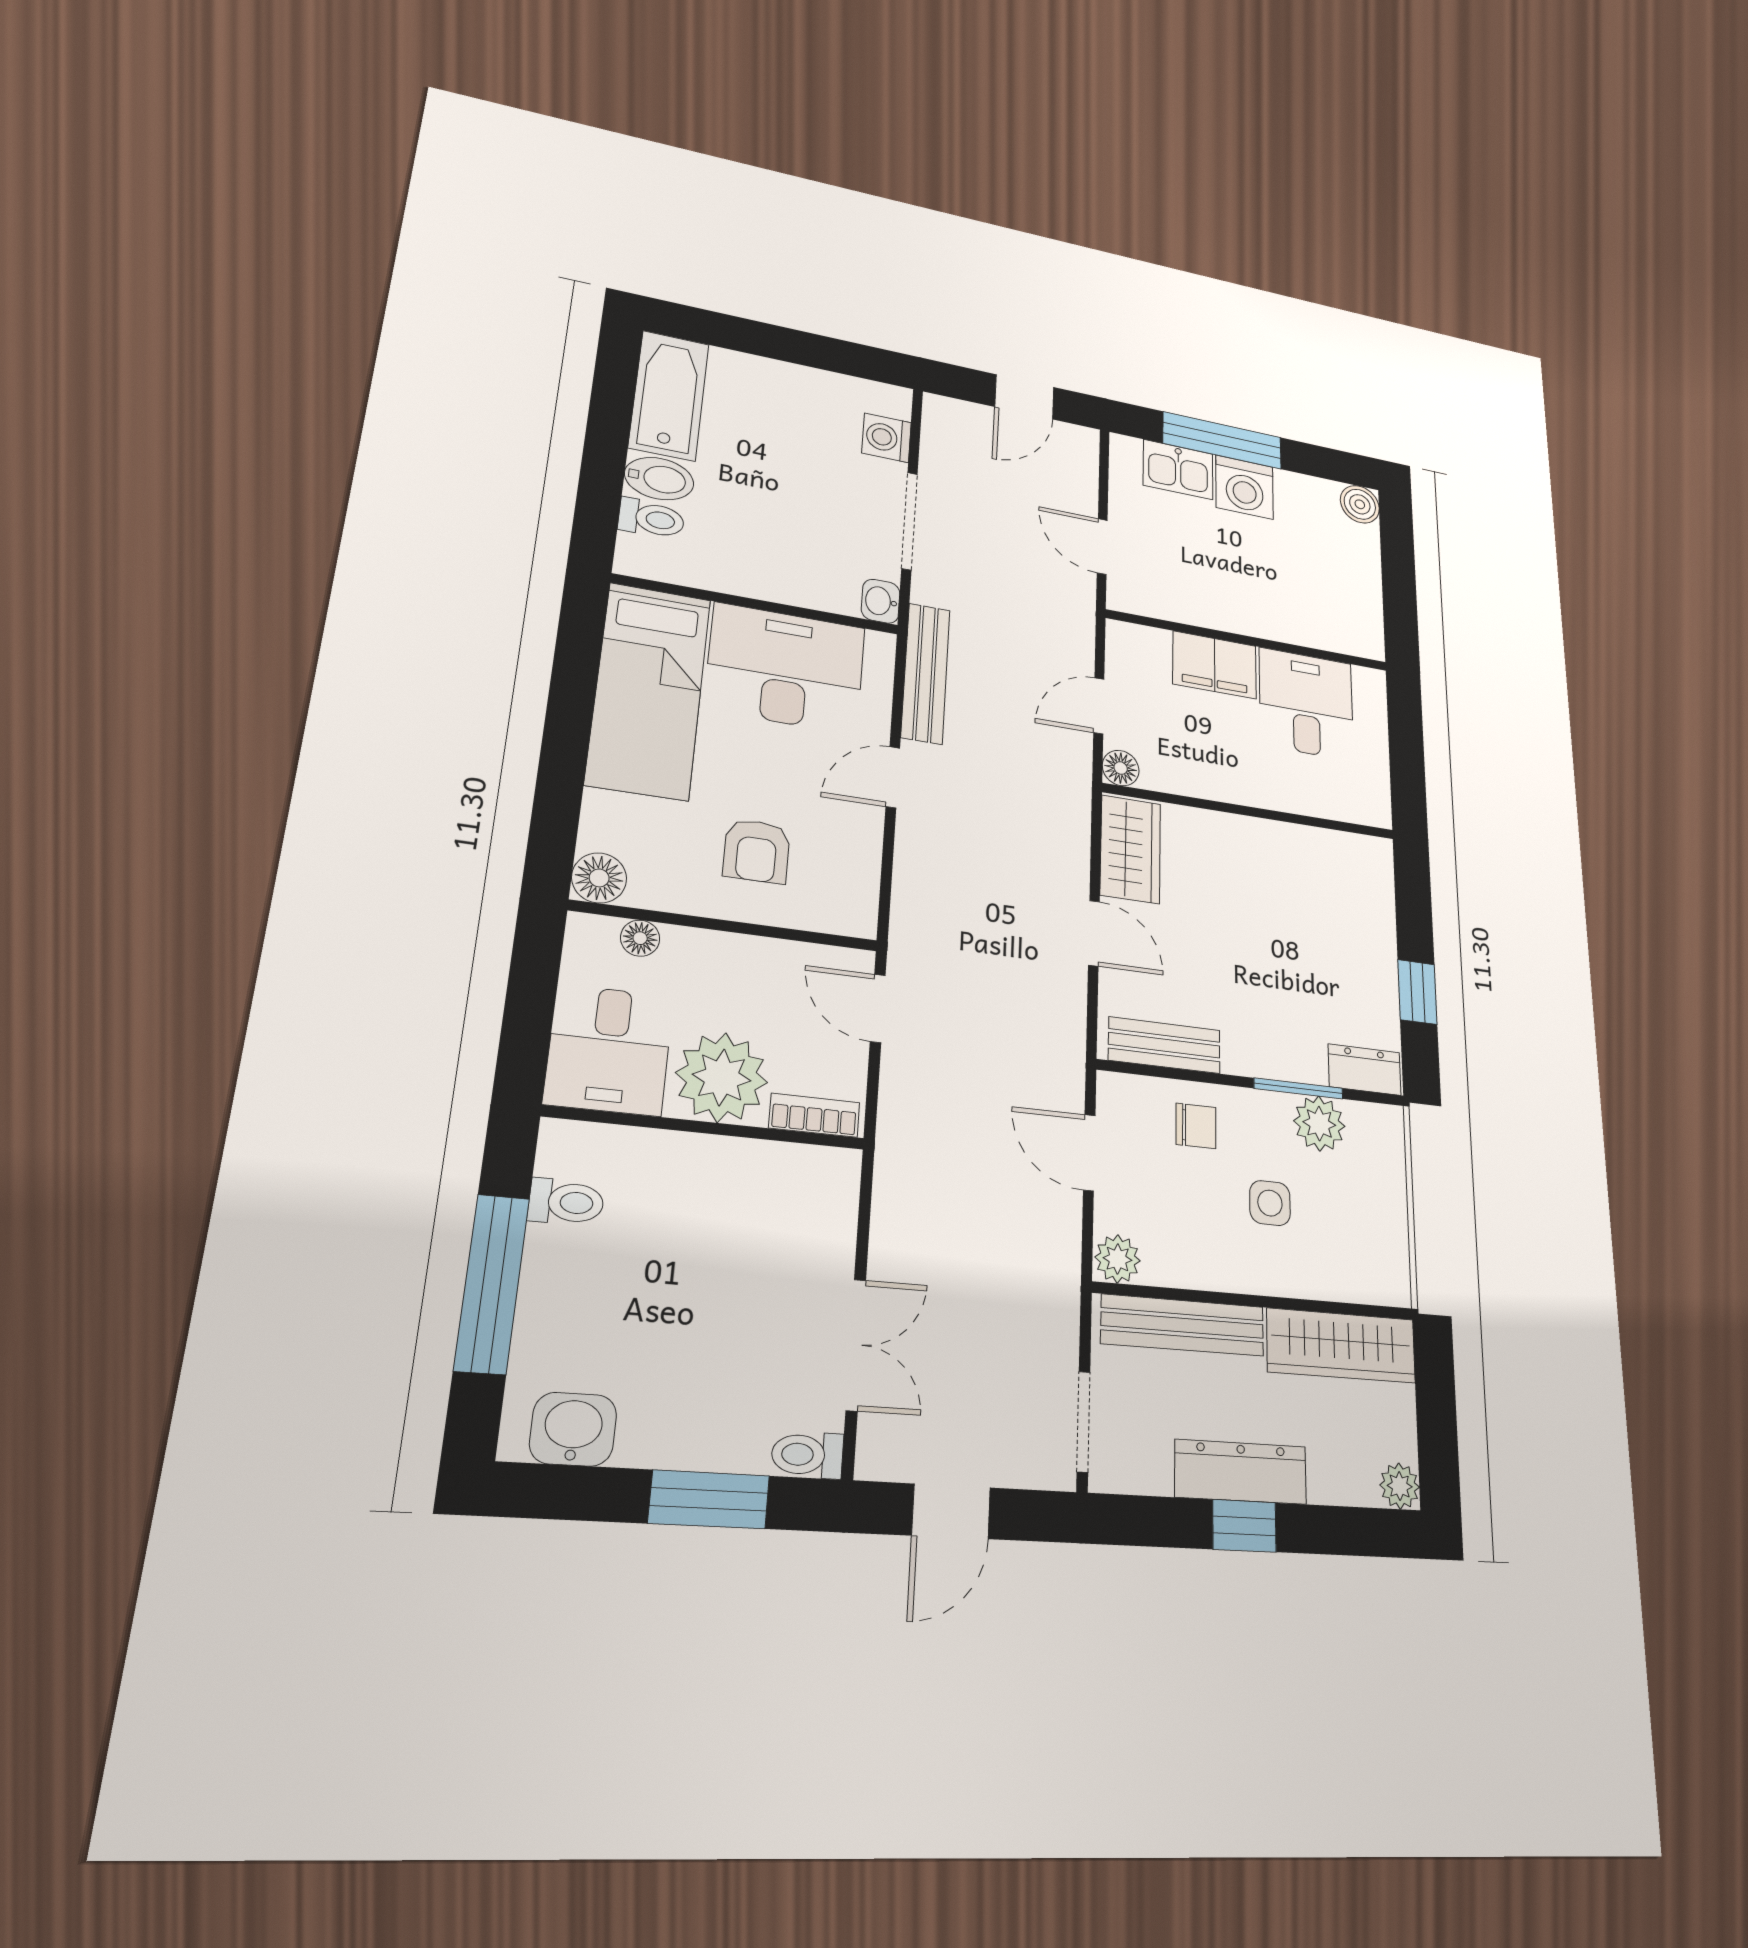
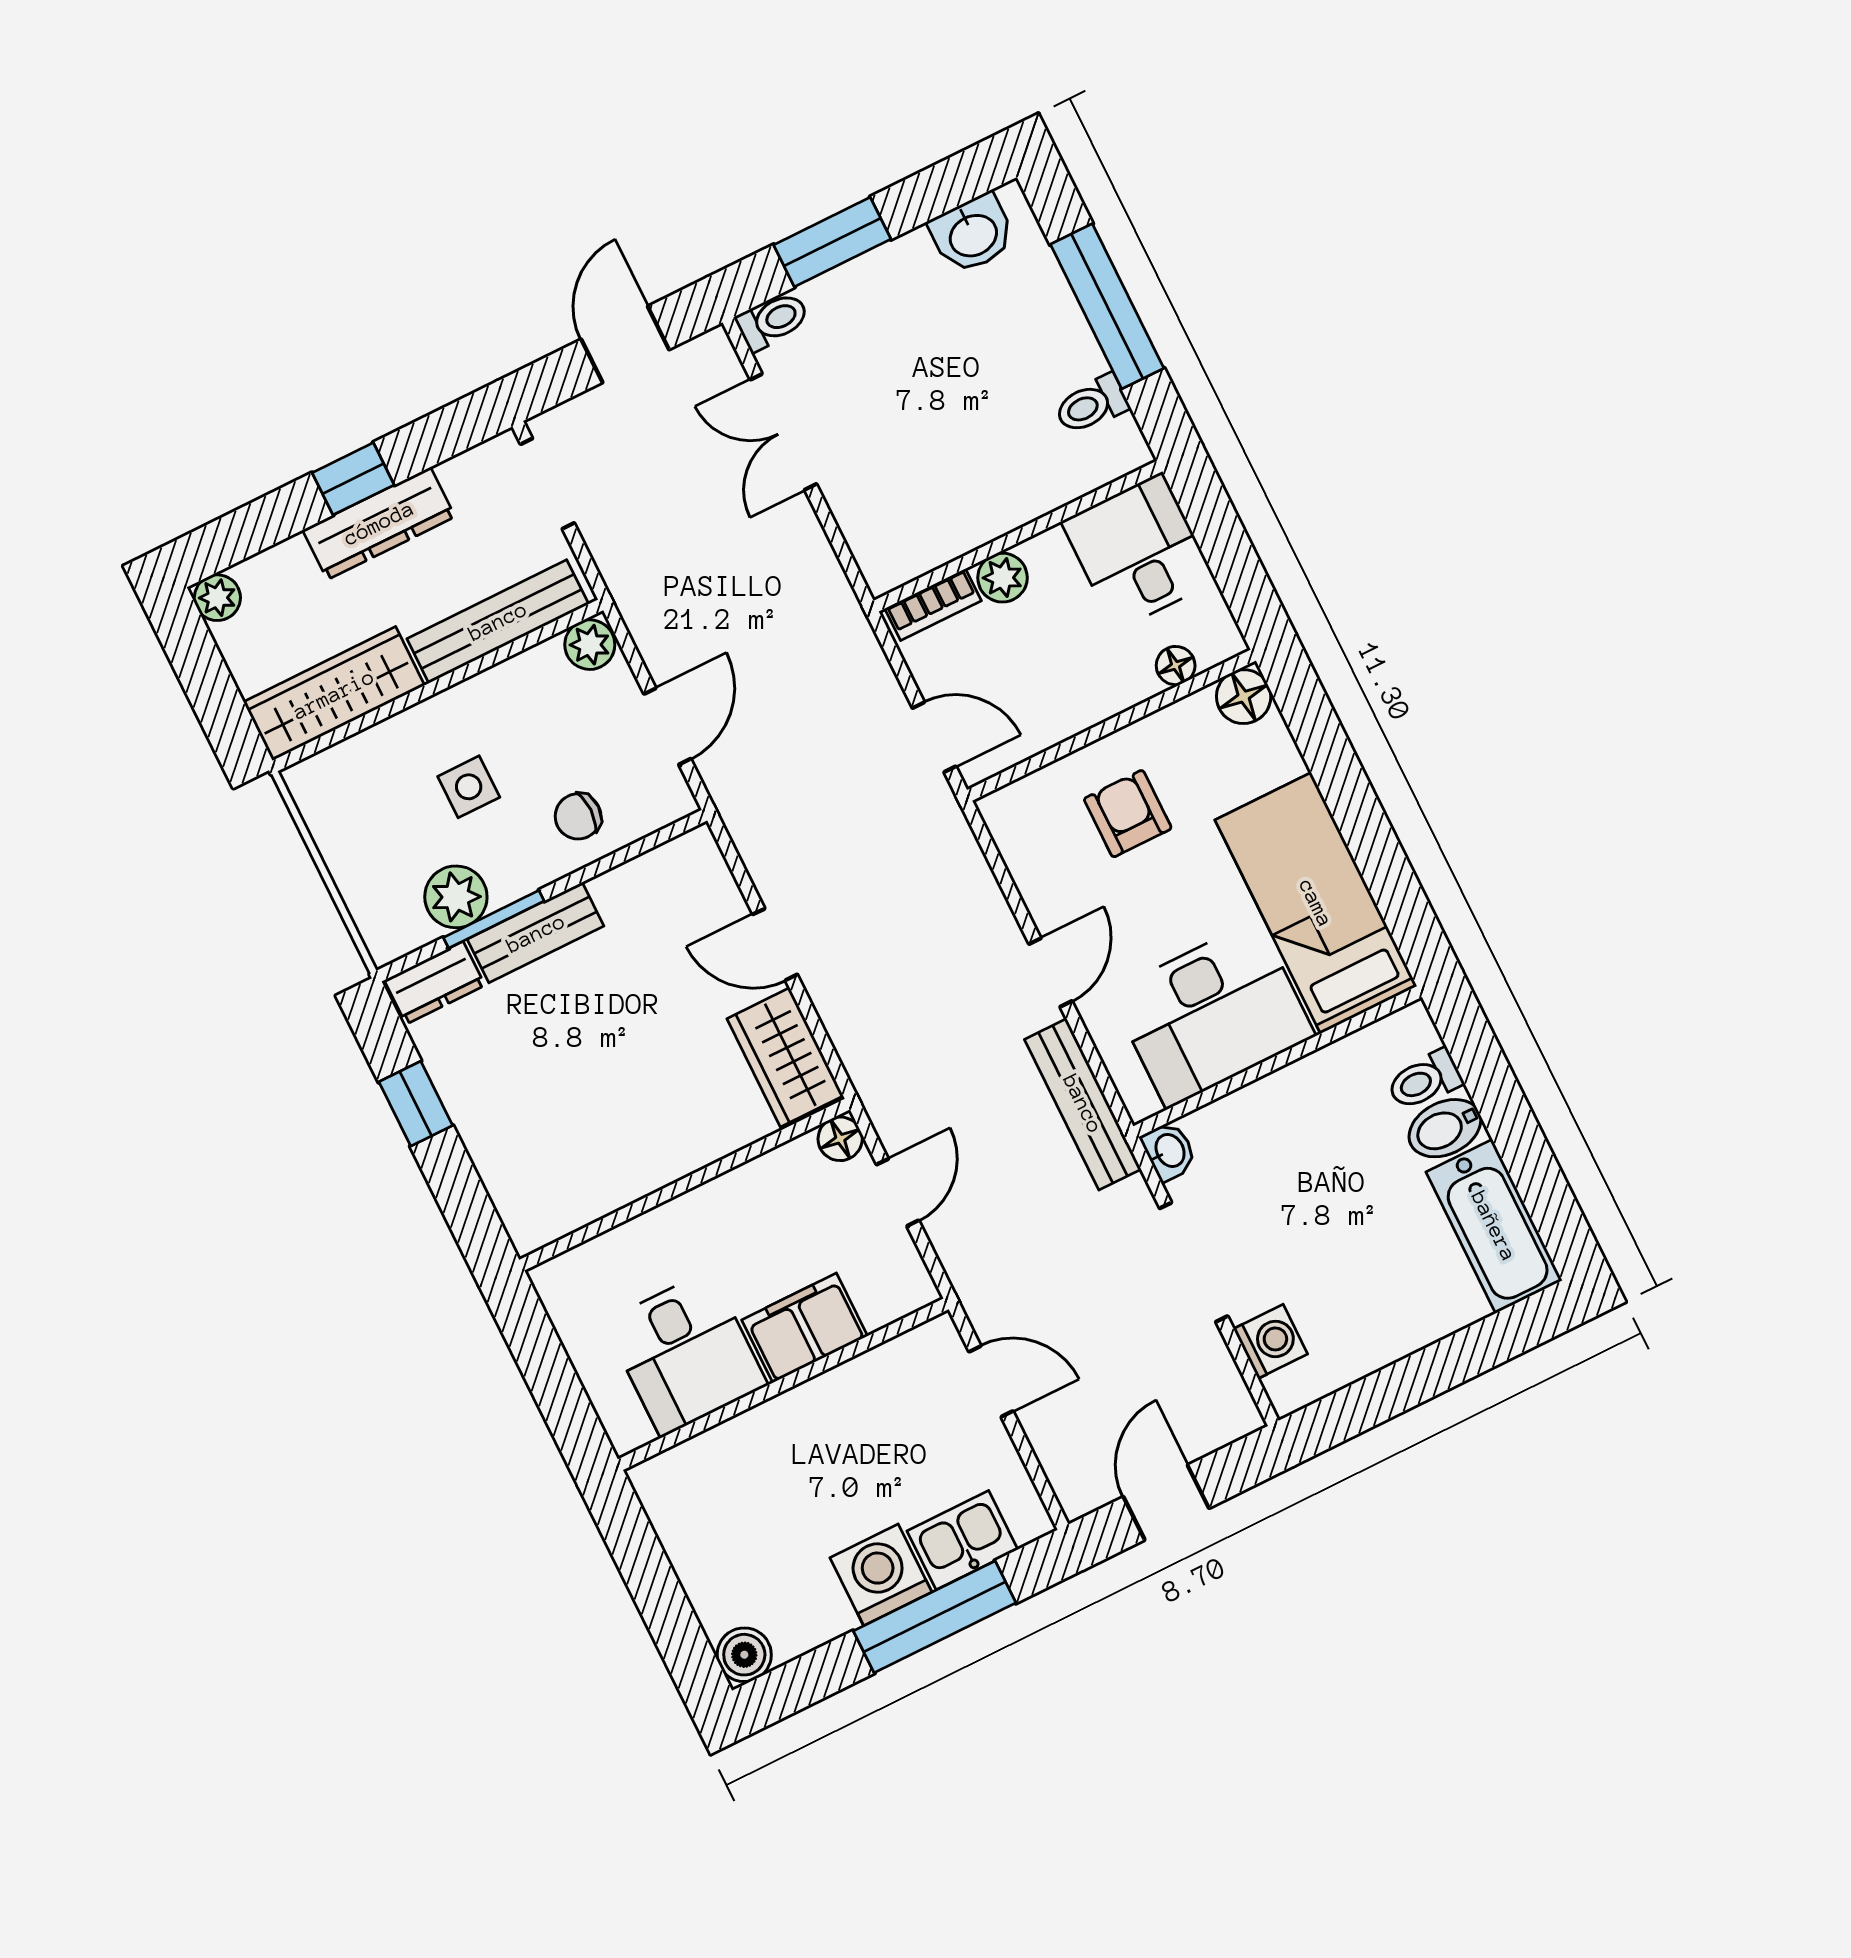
bench: (1165, 1045) -> (536, 933), moved
plant: (722, 1078) -> (1003, 578), width x0.53, depth x0.53
door: (1089, 1153) -> (667, 726), hinge flipped

